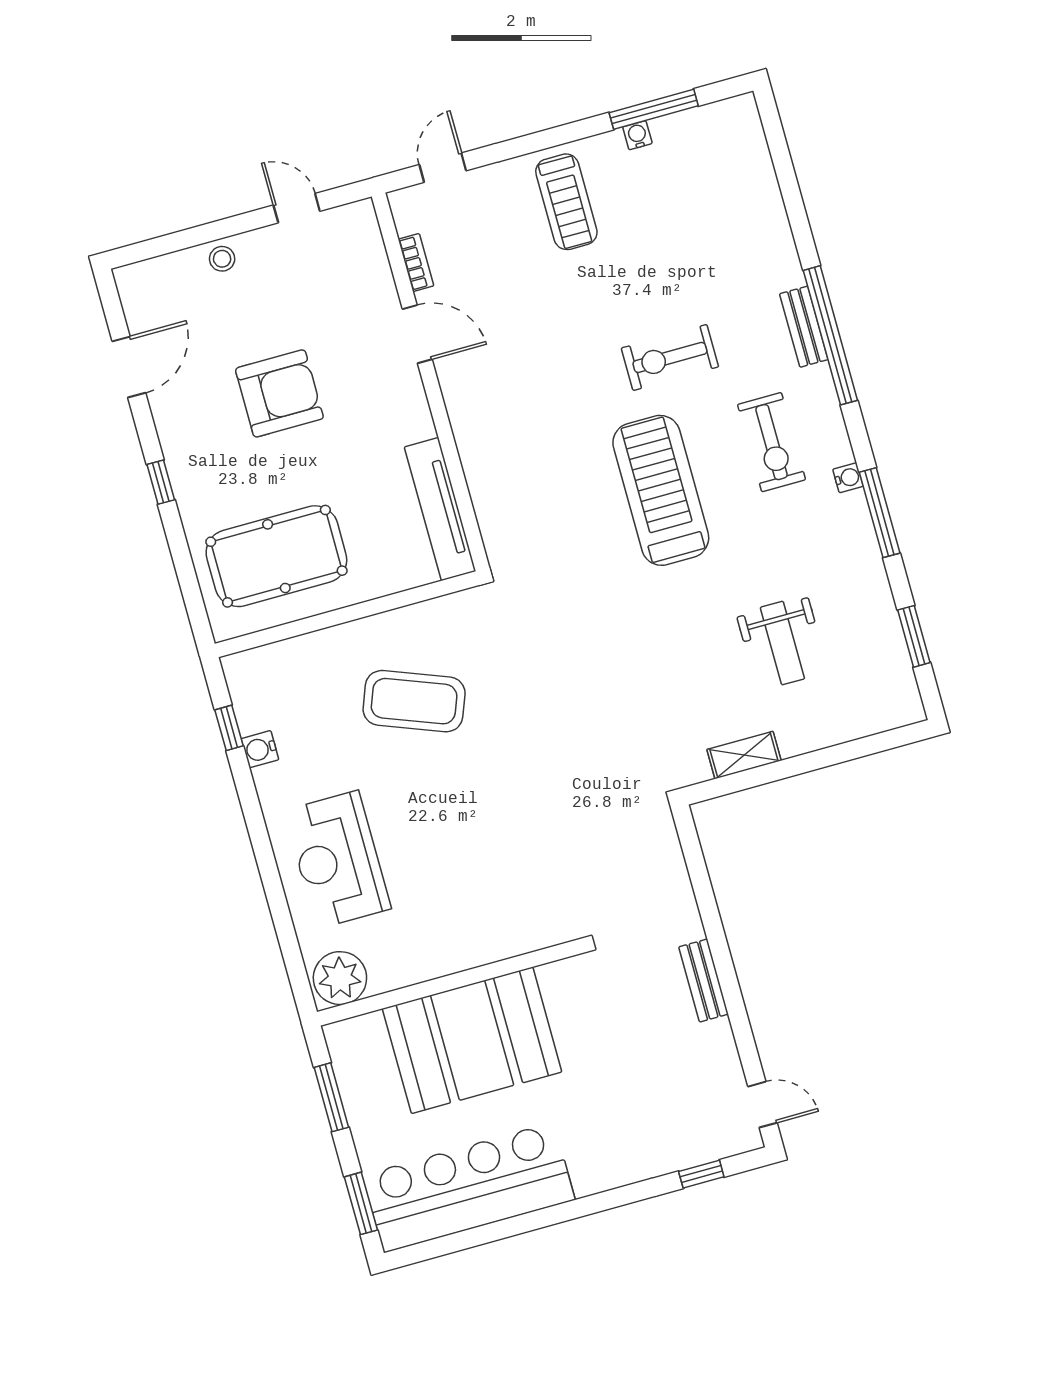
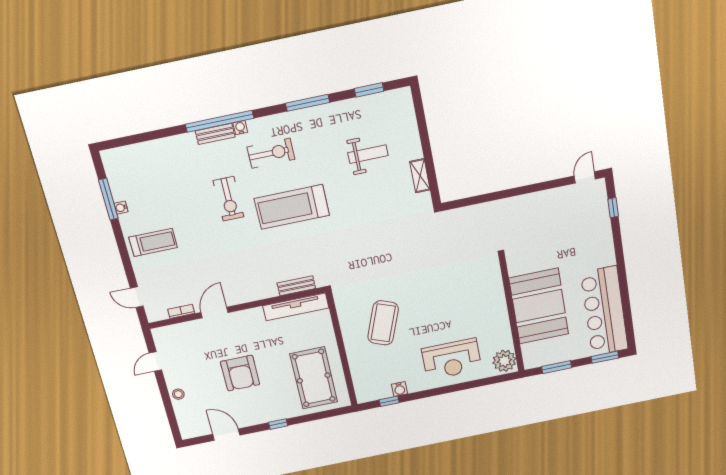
armchair: (279, 393) -> (240, 373), turned 180
water cooler: (848, 478) -> (240, 128), moved
bench: (704, 980) -> (296, 286), moved

